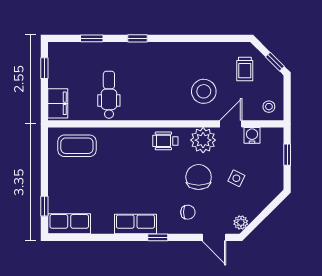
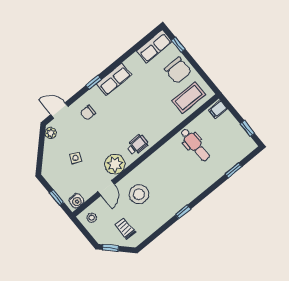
window: (137, 38) -> (183, 212), moved
filing cabinet: (58, 103) -> (218, 109), width x0.50
water cooler: (252, 135) -> (76, 201), moved
chair: (199, 177) -> (178, 70), moved

